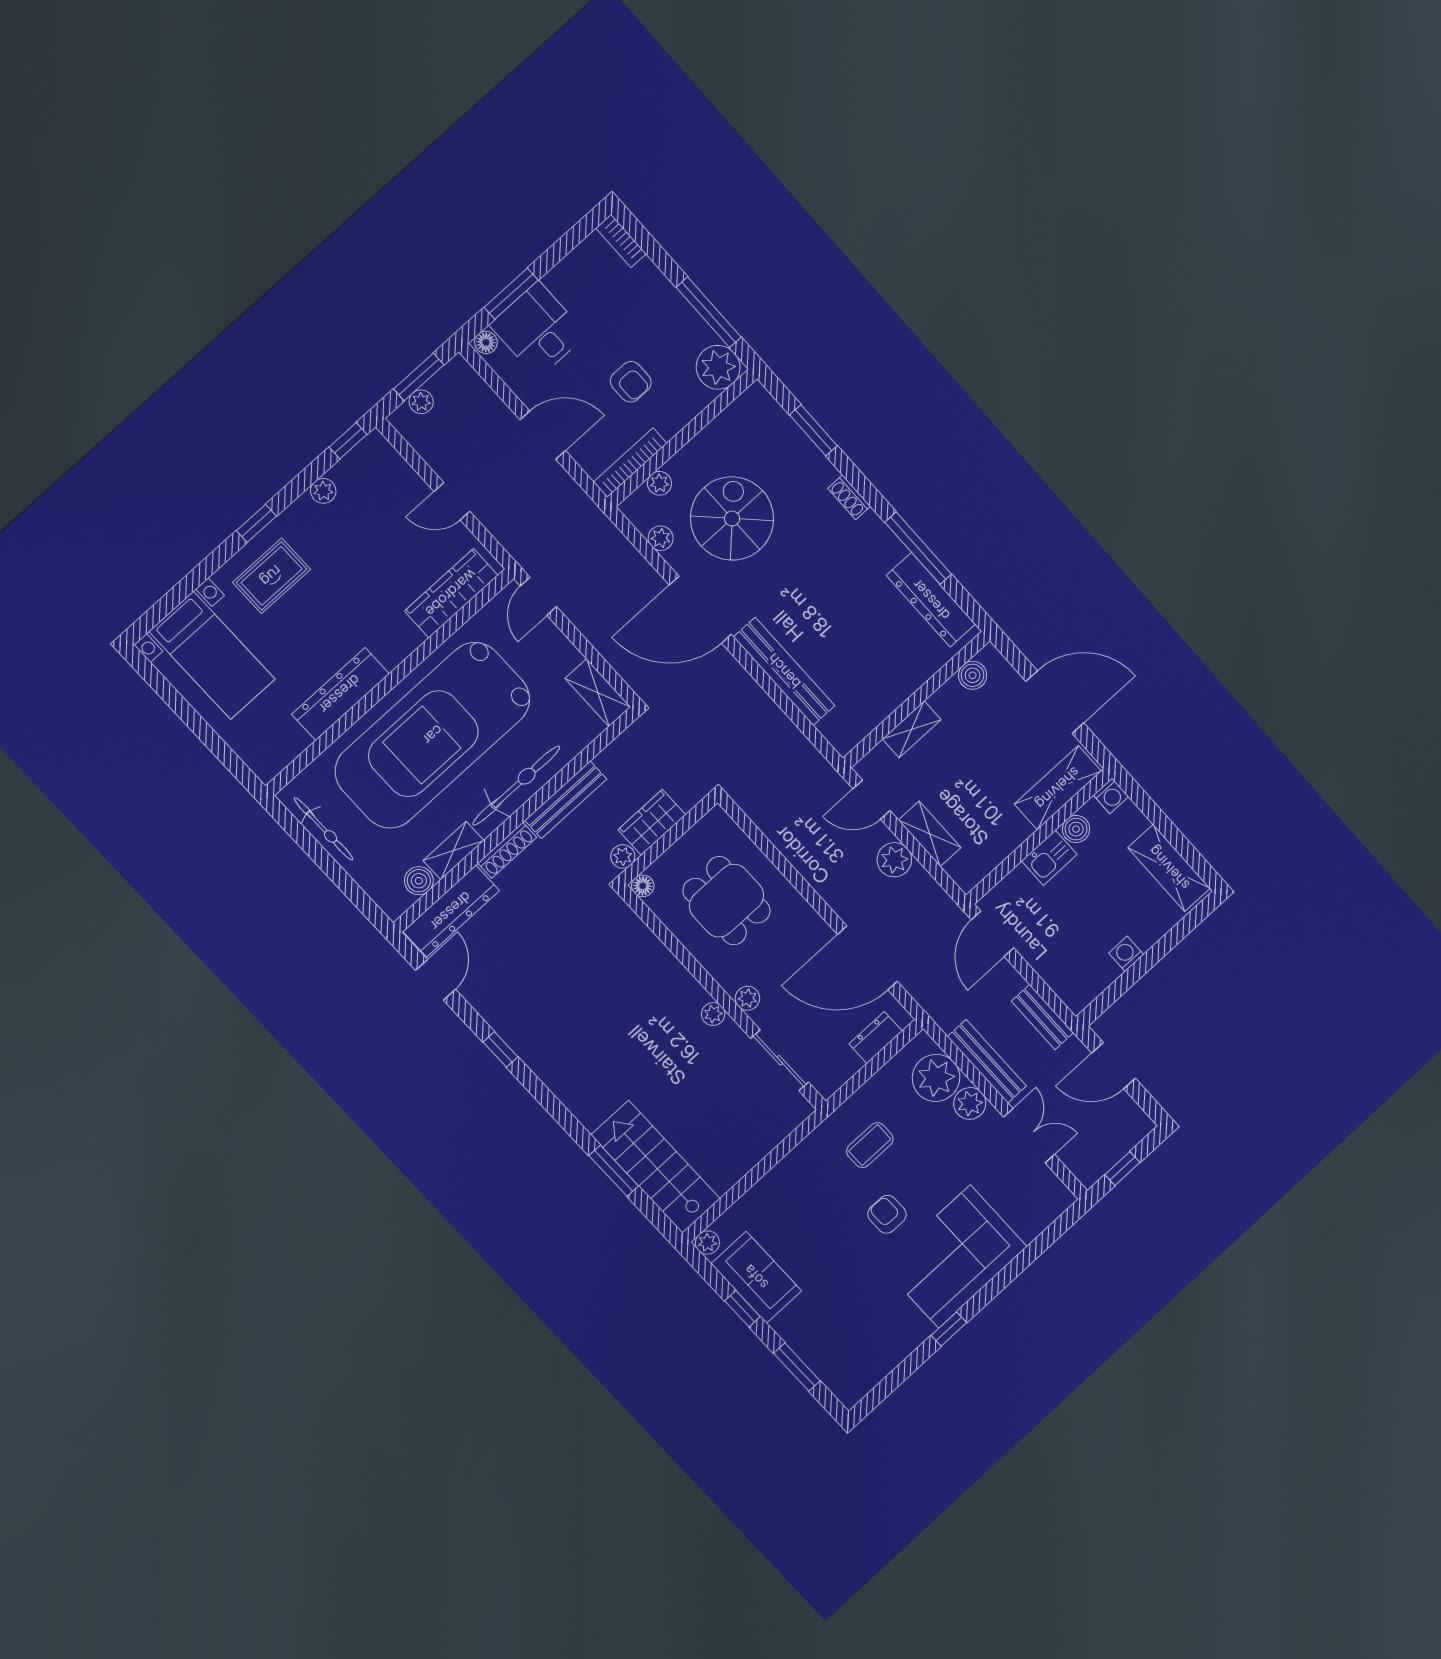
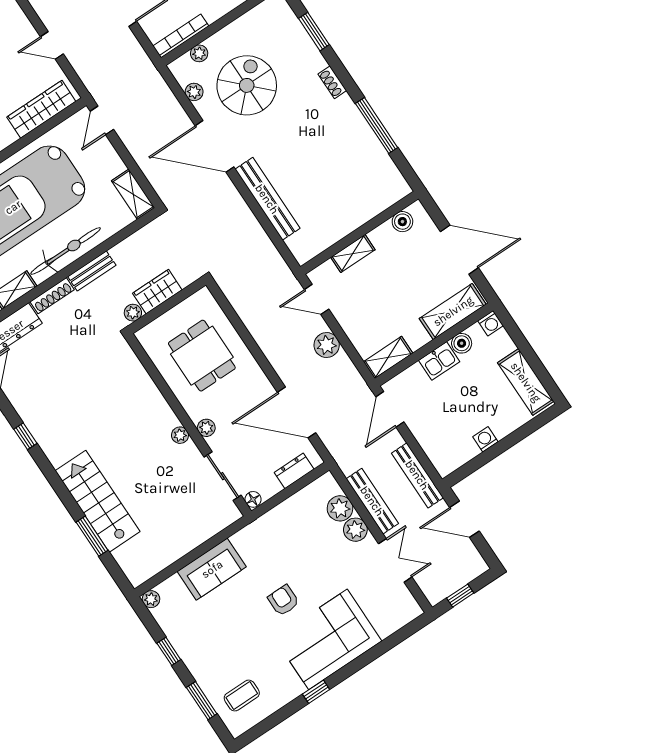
dresser: (931, 600) -> (380, 163), removed
bench: (566, 800) -> (92, 271), width x0.73
shelving: (930, 834) -> (388, 357), moved, turned 90
floor lamp: (643, 886) -> (253, 499), moved
bench: (1042, 1017) -> (417, 475), width x1.36
plant: (936, 1078) -> (340, 508), width x0.73, depth x0.73
coffee table: (870, 1145) -> (242, 696), moved
stairs: (656, 1167) -> (98, 501), moved
sofa: (756, 1277) -> (212, 569), moved, turned 90

